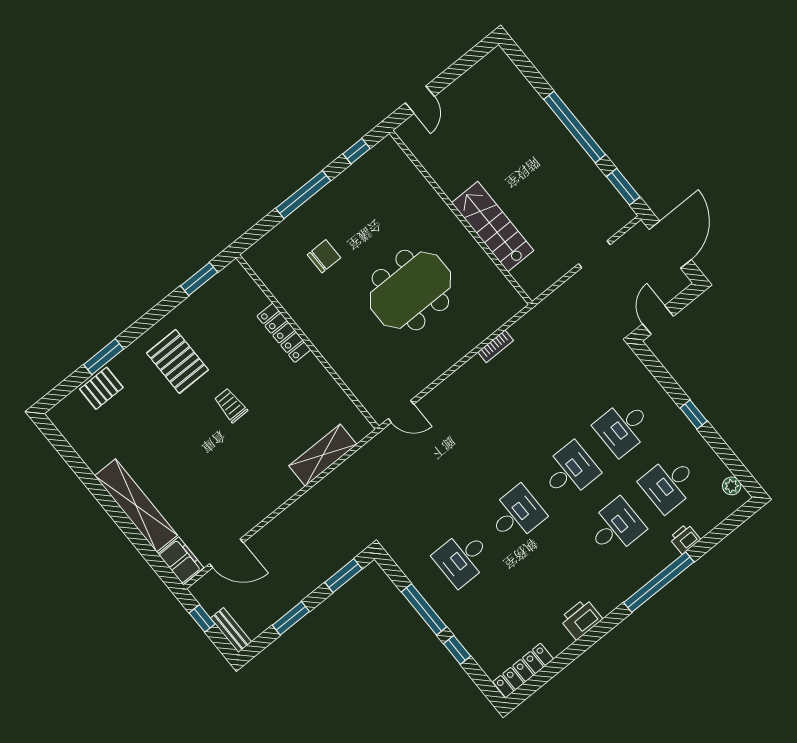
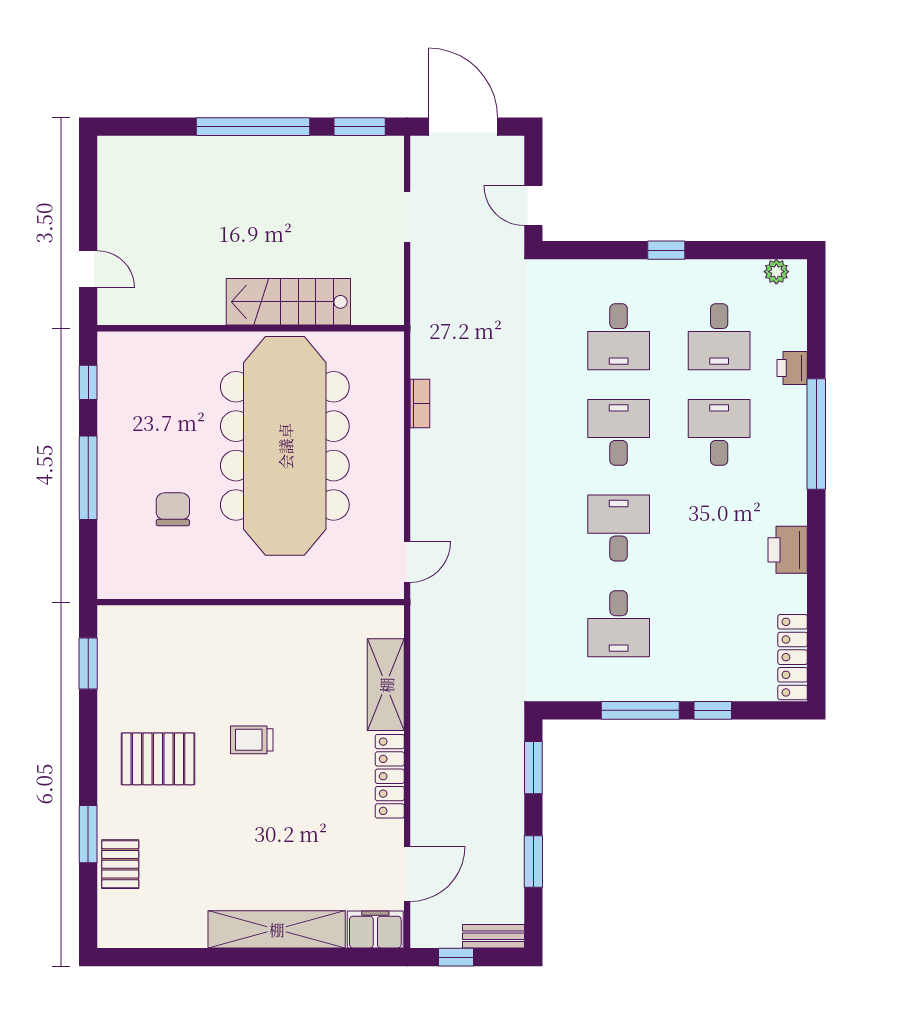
meeting table: (410, 290) -> (285, 446), width x1.86, depth x1.27
locker: (284, 333) -> (390, 776), moved, turned 90

